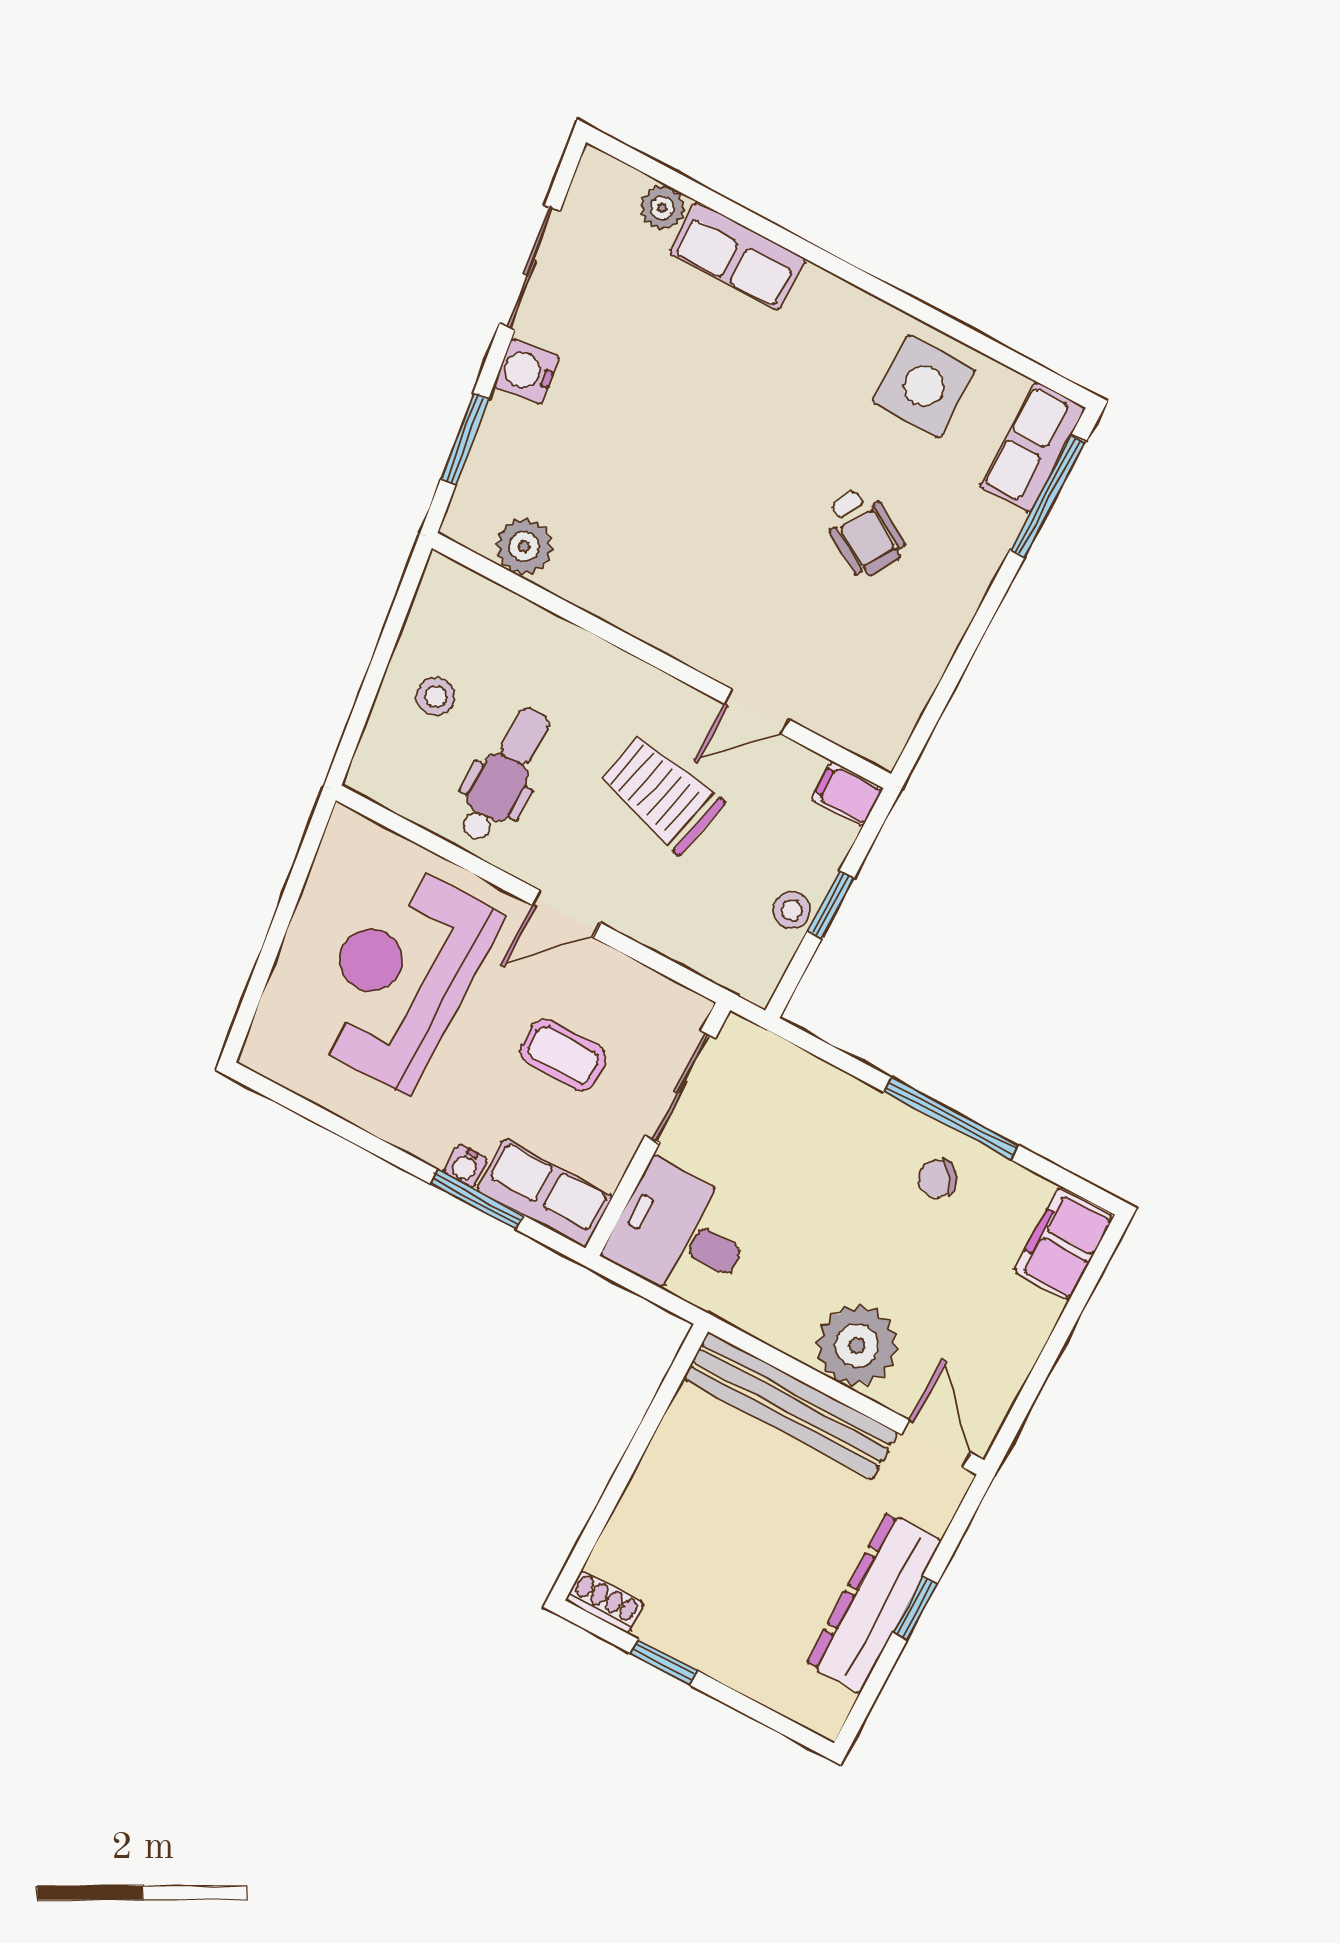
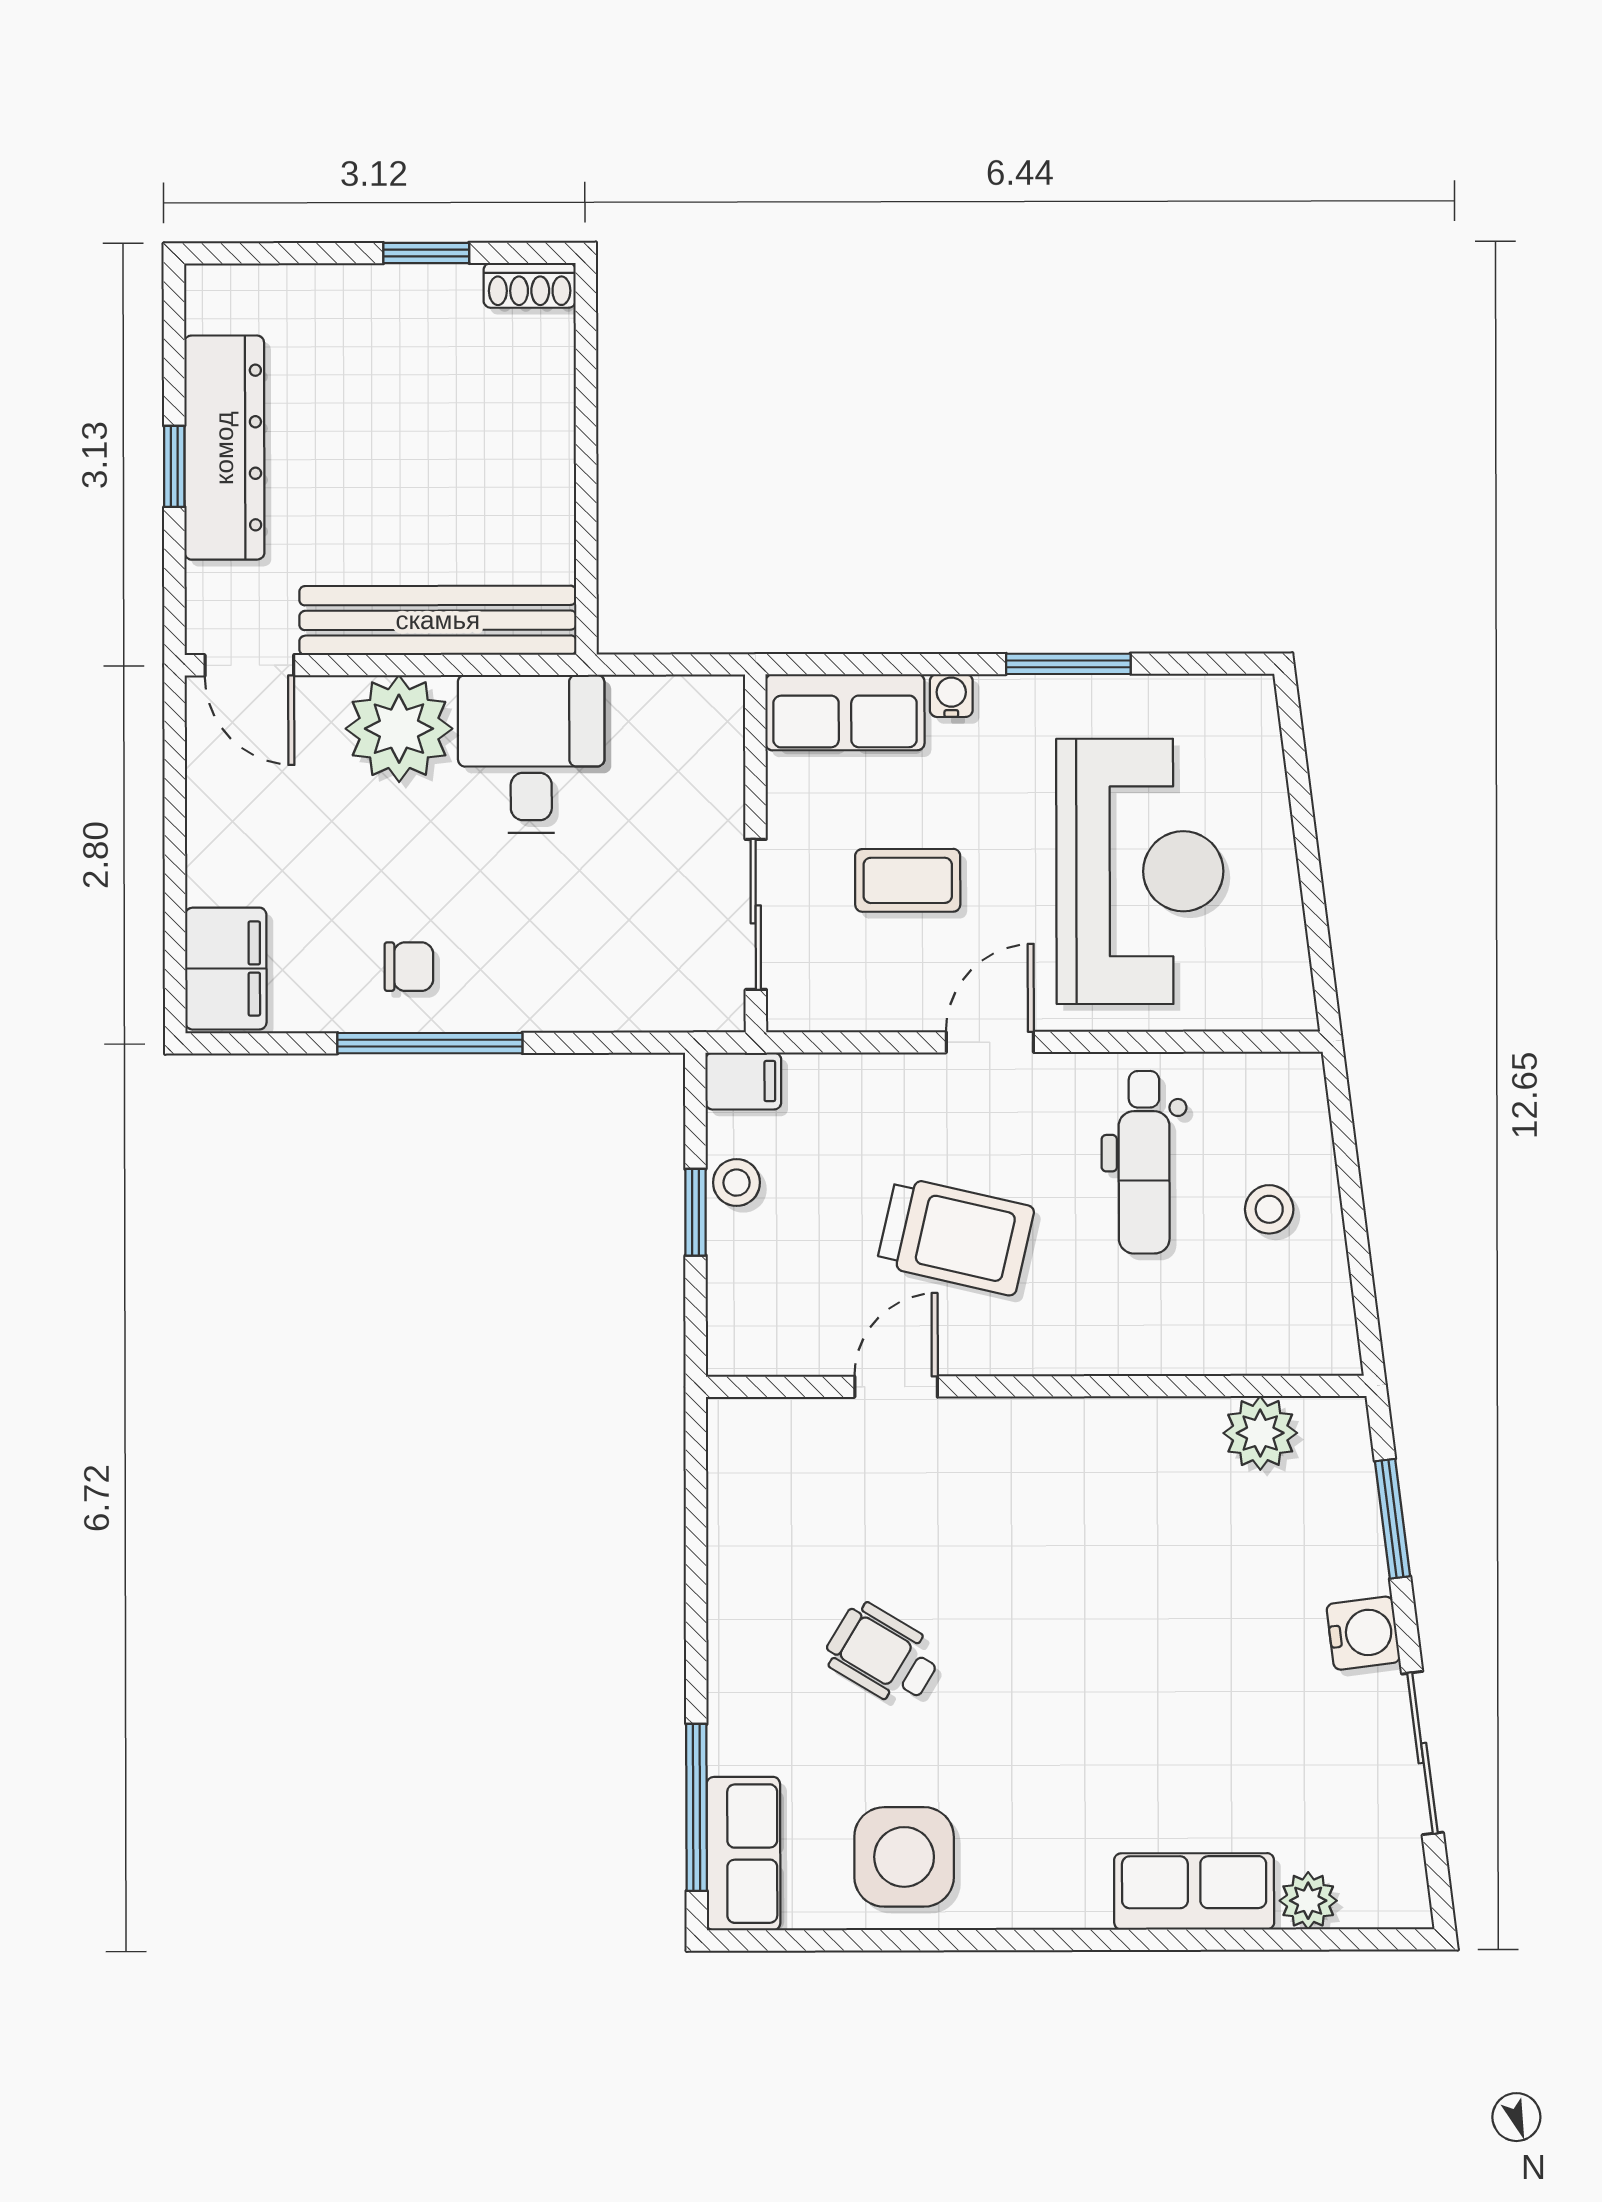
filing cabinet: (847, 794) -> (743, 1081), moved
chair: (937, 1178) -> (409, 967), turned 34
window: (477, 1199) -> (1068, 664), moved
desk: (681, 1233) -> (531, 754), moved, turned -90

